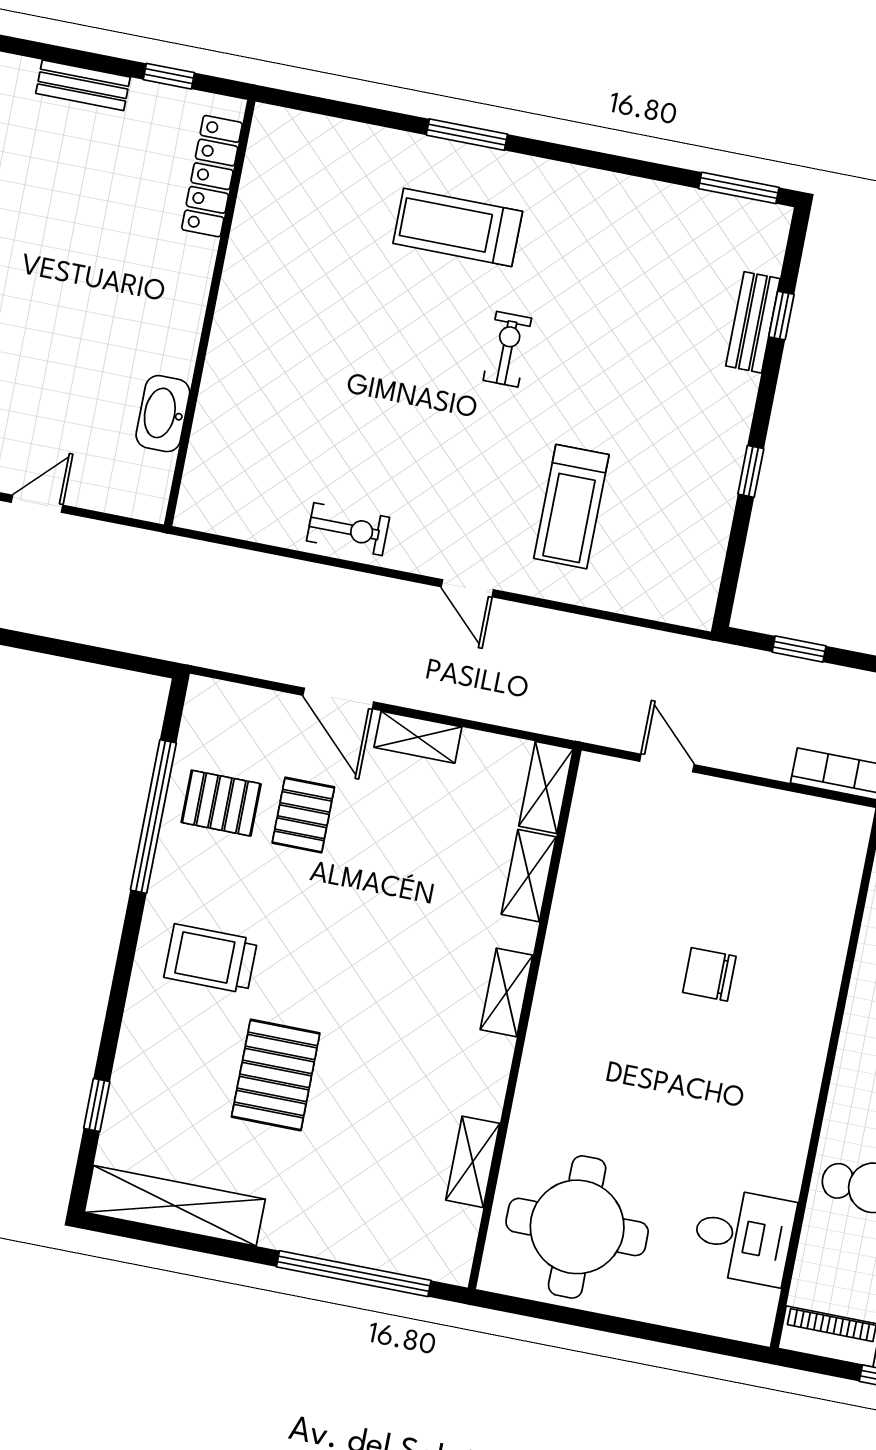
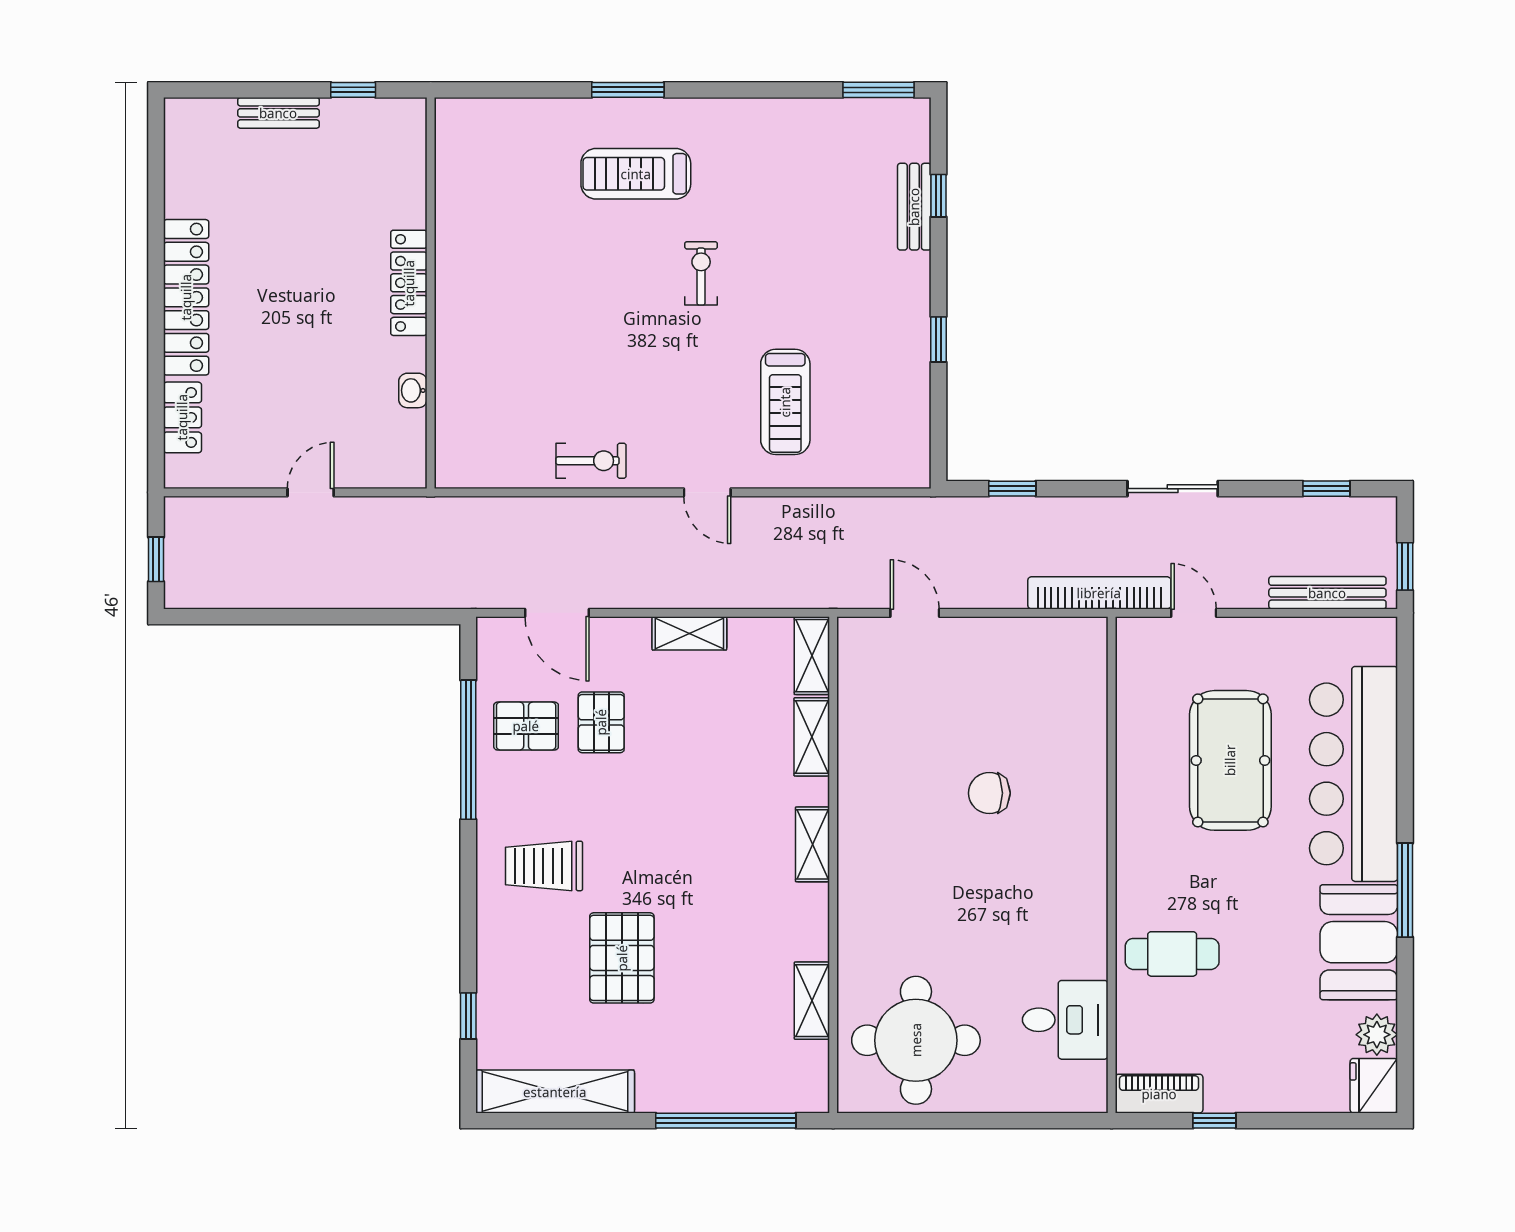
locker: (212, 176) -> (409, 283), moved
washbasin: (163, 414) -> (413, 390), width x0.52, depth x0.69
door: (338, 699) -> (557, 613), moved

